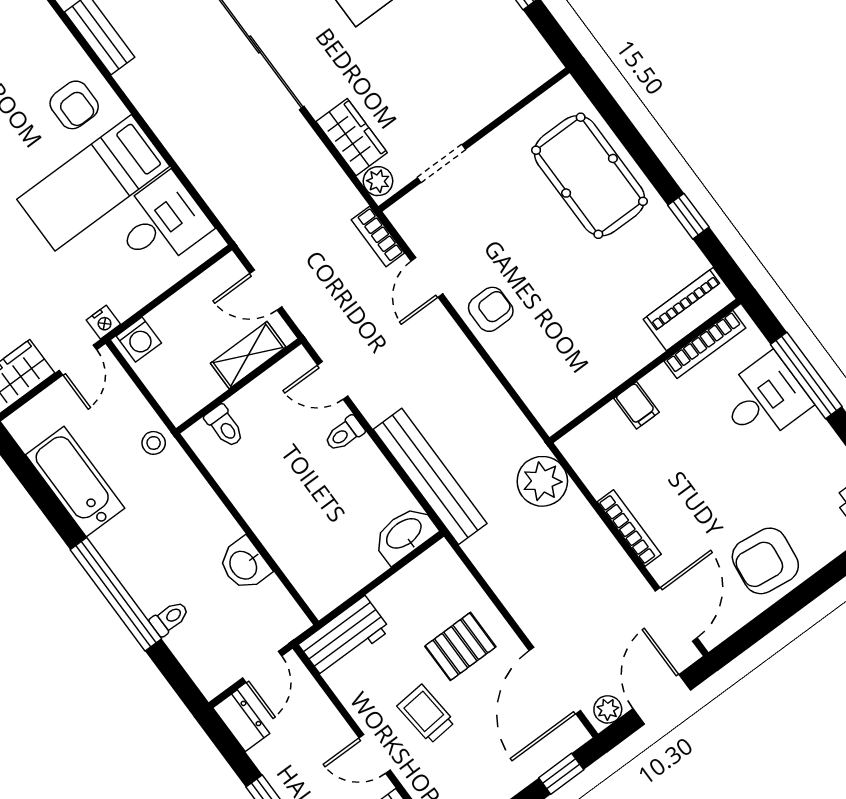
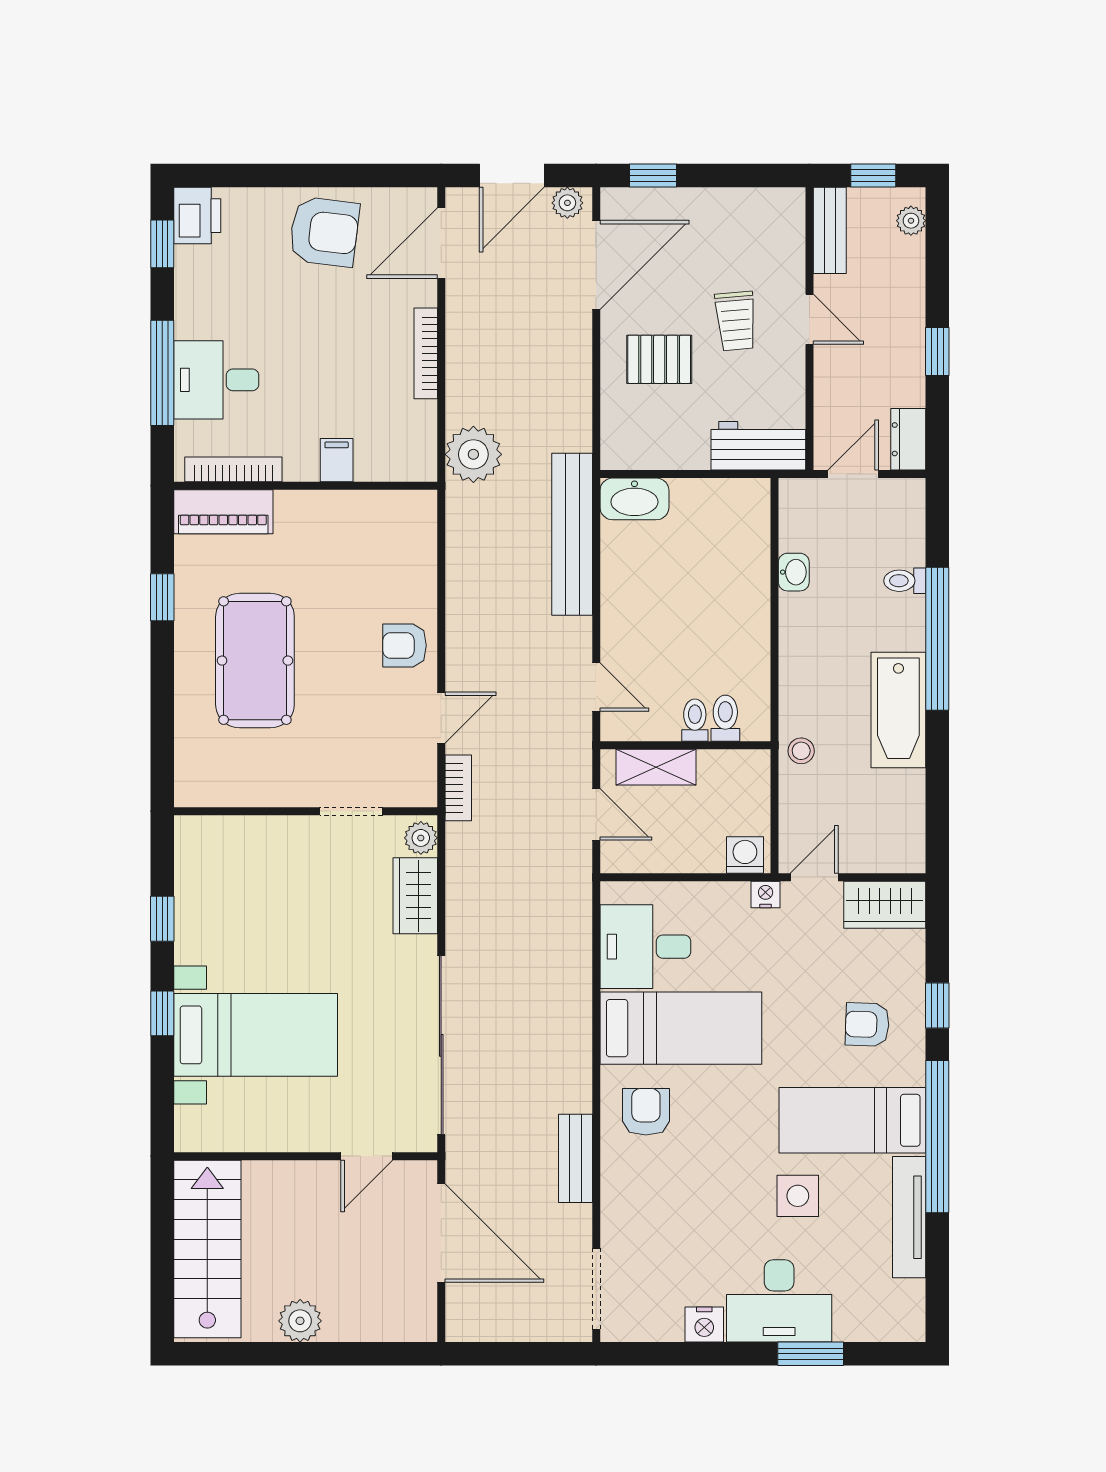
pool table: (589, 176) -> (255, 661), moved
toilet: (344, 434) -> (695, 720), moved, turned -90
bathtub: (75, 481) -> (898, 710), moved
washbasin: (244, 564) -> (794, 572), width x0.72, depth x0.69

